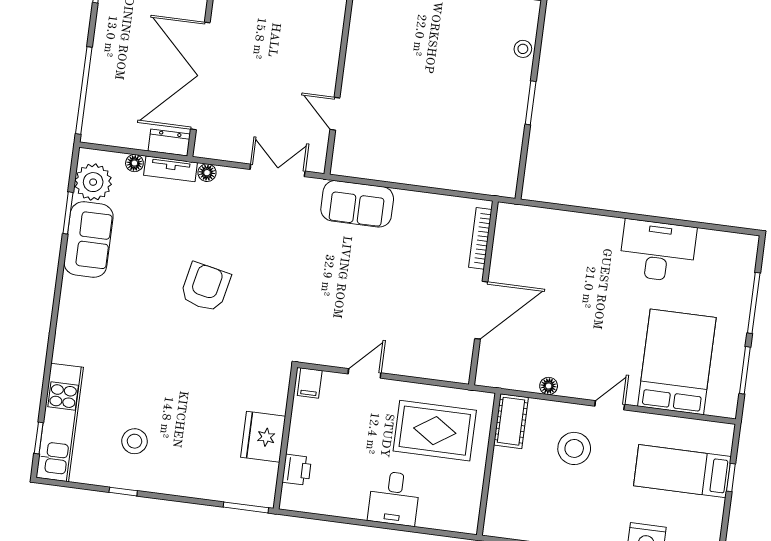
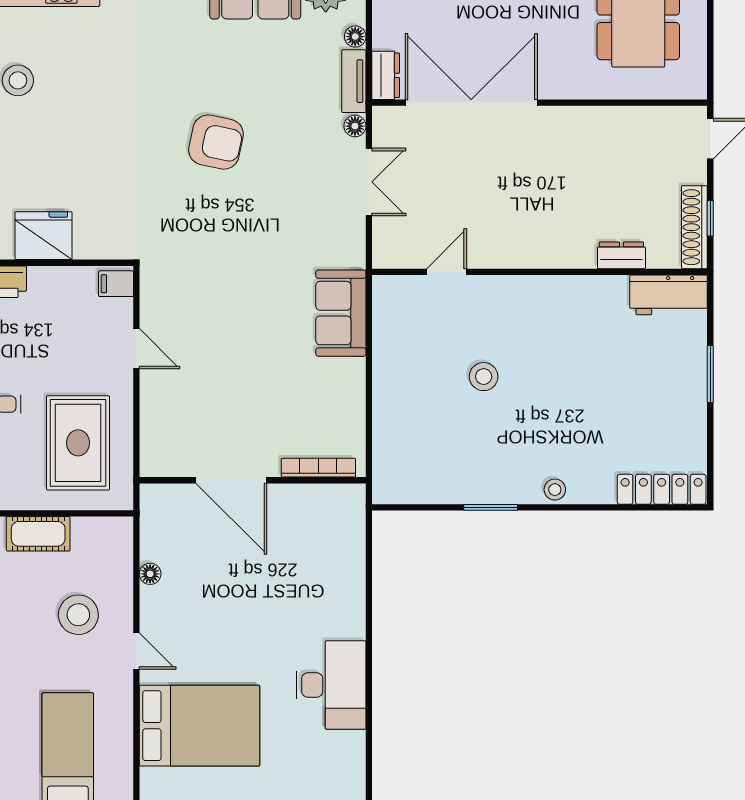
stool: (424, 95) -> (484, 377), added
double door: (278, 170) -> (369, 182), moved
cot: (511, 421) -> (38, 534), moved

